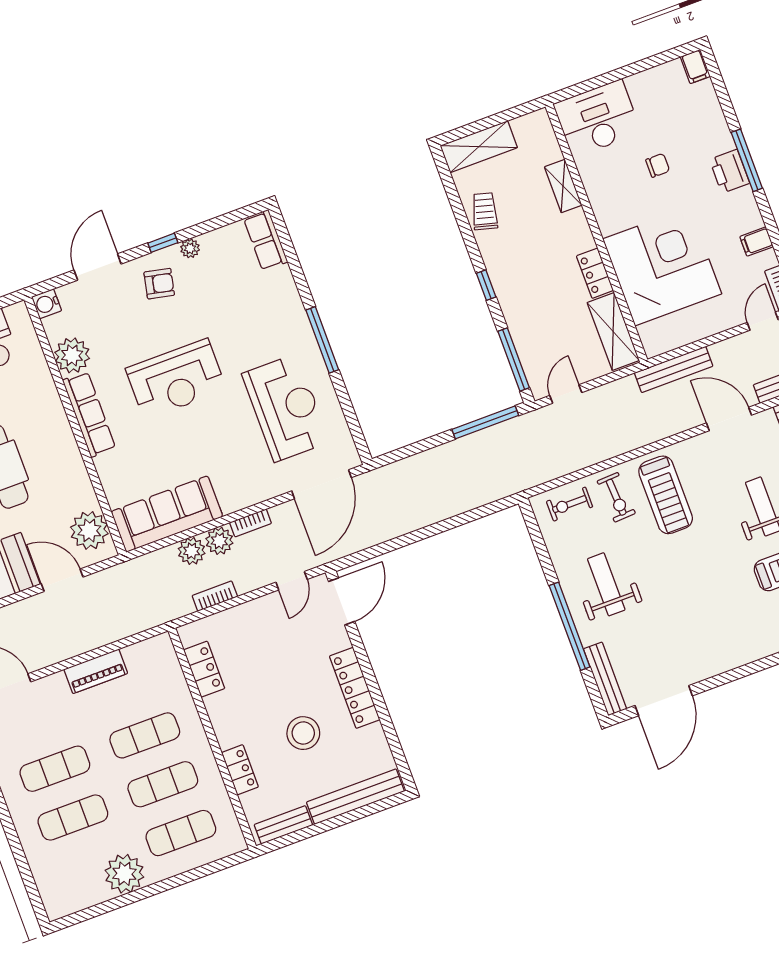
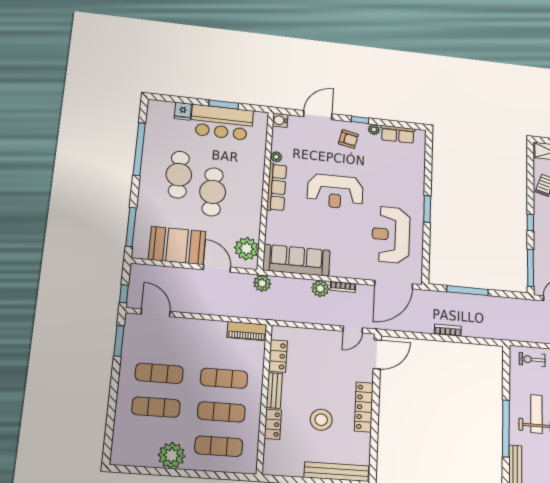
row of seats: (266, 240) -> (398, 134), moved, turned -90
window: (322, 340) -> (427, 209), width x0.69
plant: (72, 355) -> (276, 157), width x0.53, depth x0.53
reception desk: (286, 408) -> (391, 235), turned 180
window: (485, 422) -> (468, 291), moved
plant: (192, 551) -> (262, 283), moved
bookcase: (215, 596) -> (448, 330), moved
piano: (96, 671) -> (247, 331), moved
bench: (283, 825) -> (274, 391), moved, turned 90

